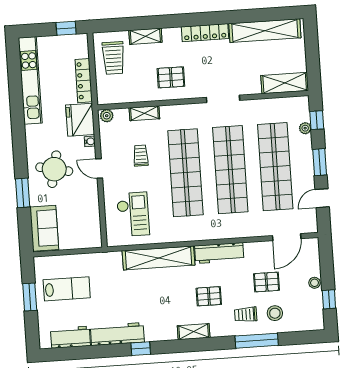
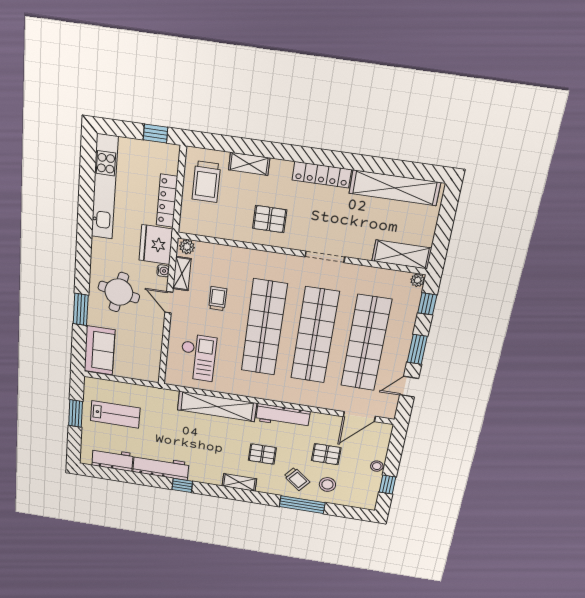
shelving: (144, 113) -> (182, 274), moved, turned 90
plant: (305, 128) -> (418, 280), moved
trolley: (246, 314) -> (297, 479), turned -141

